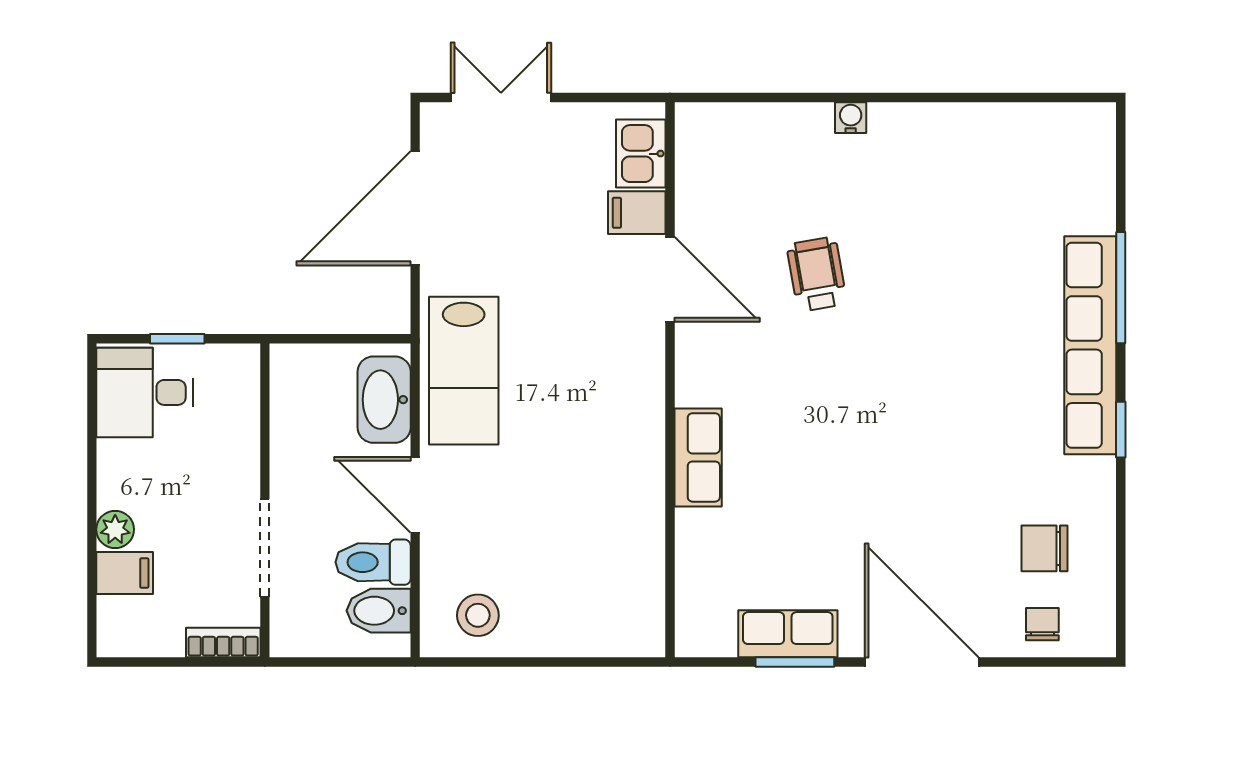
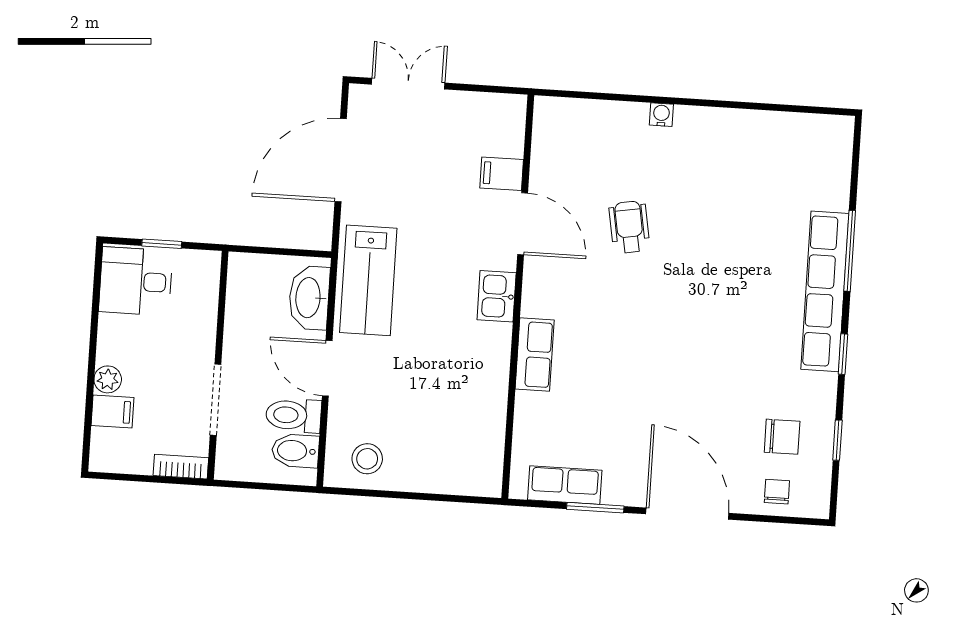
kitchen sink: (641, 154) -> (497, 296), moved
chair: (1045, 548) -> (782, 437), turned 180
window: (1121, 548) -> (837, 440), added
row of seats: (788, 634) -> (565, 485), moved

